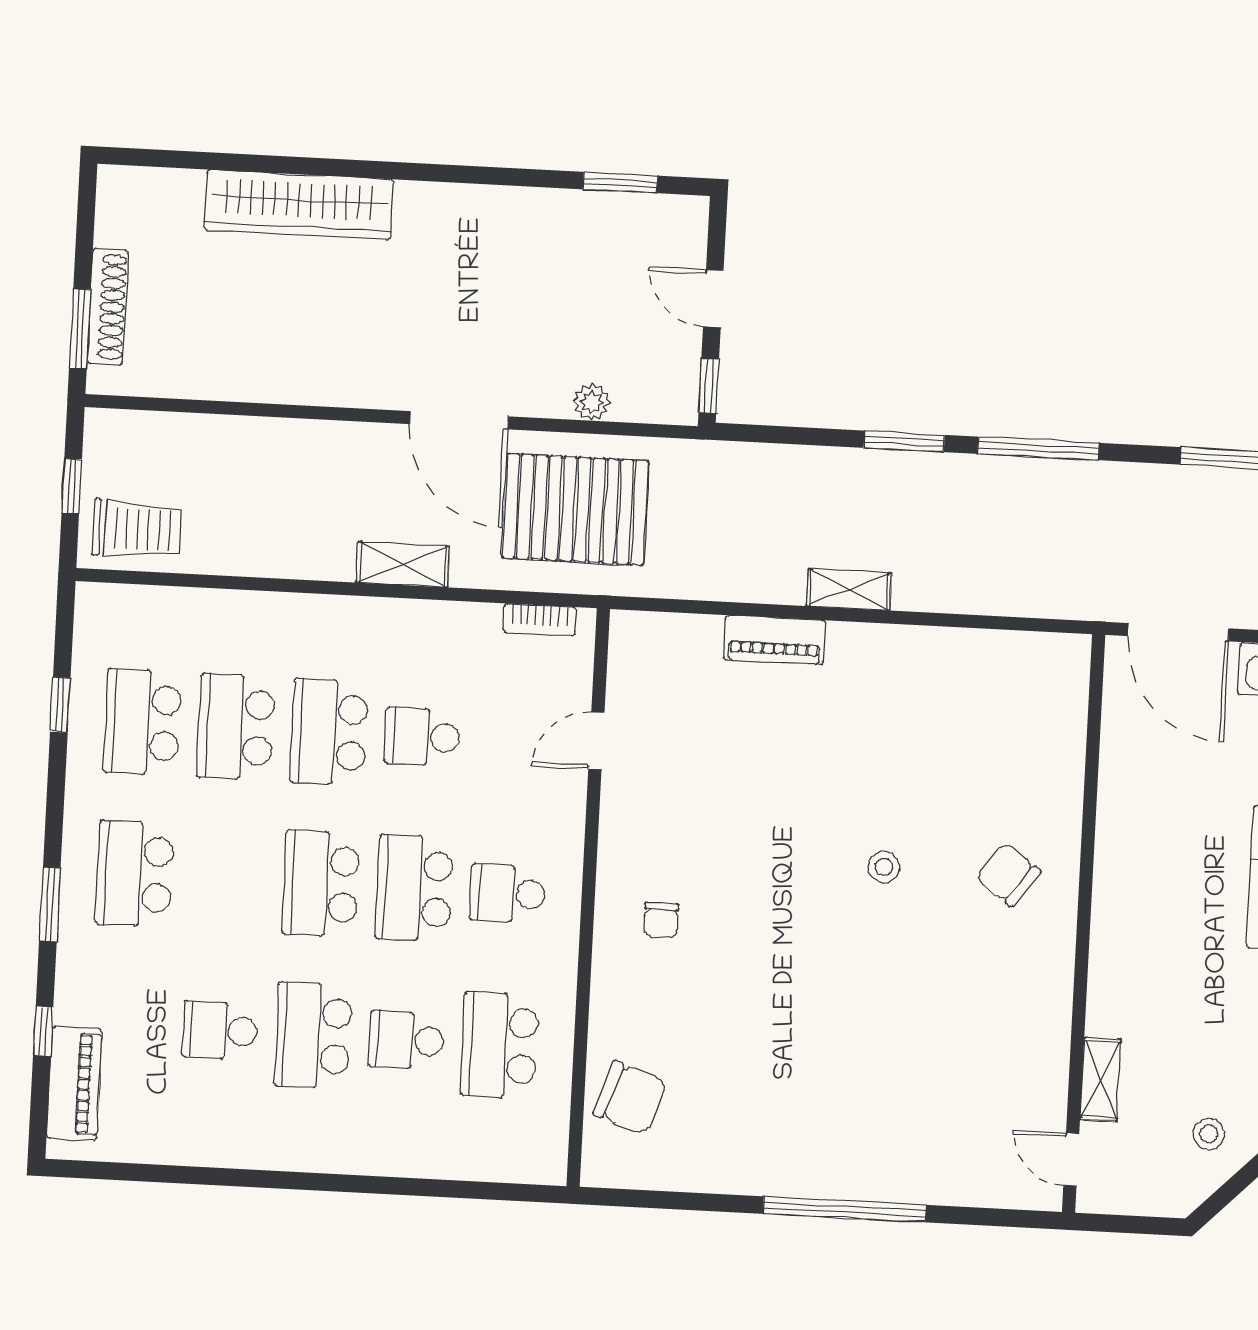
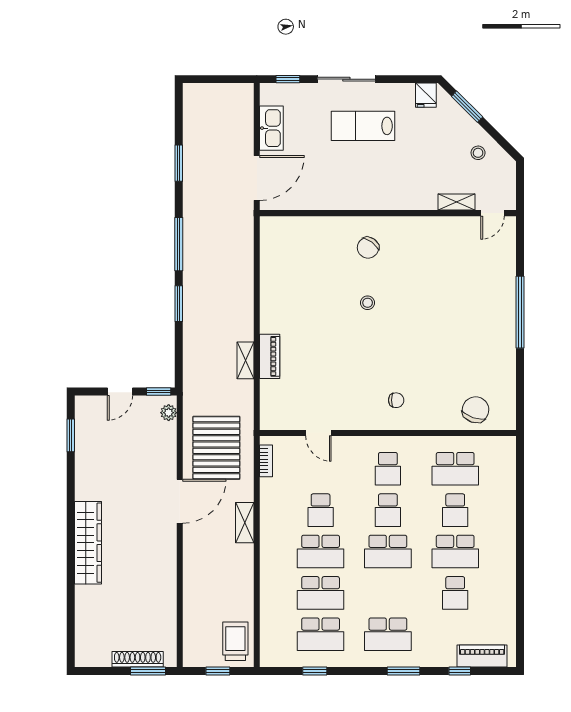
wardrobe: (299, 205) -> (88, 543), moved
plant: (592, 402) -> (169, 413), moved
shelving: (849, 590) -> (246, 360), moved
school desk: (414, 888) -> (388, 510), width x0.54

